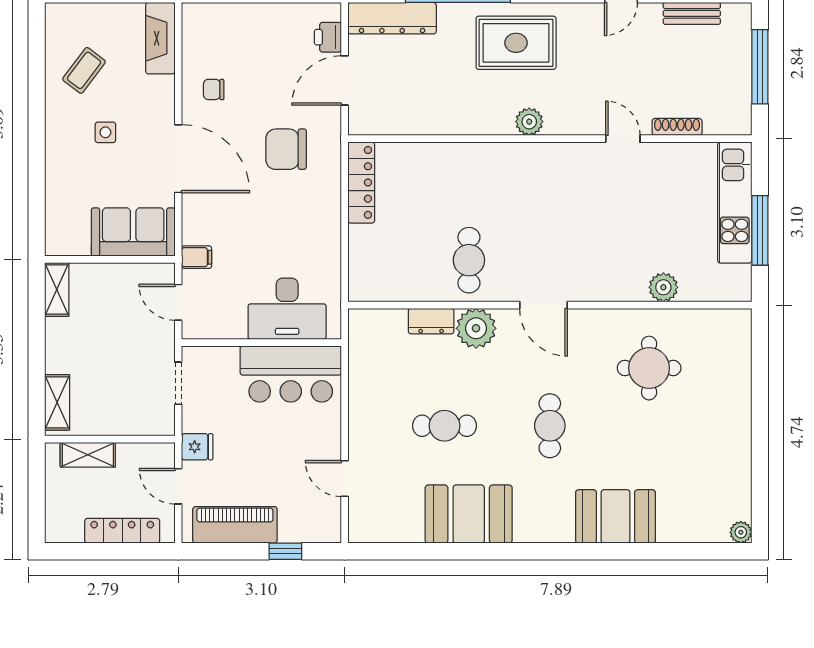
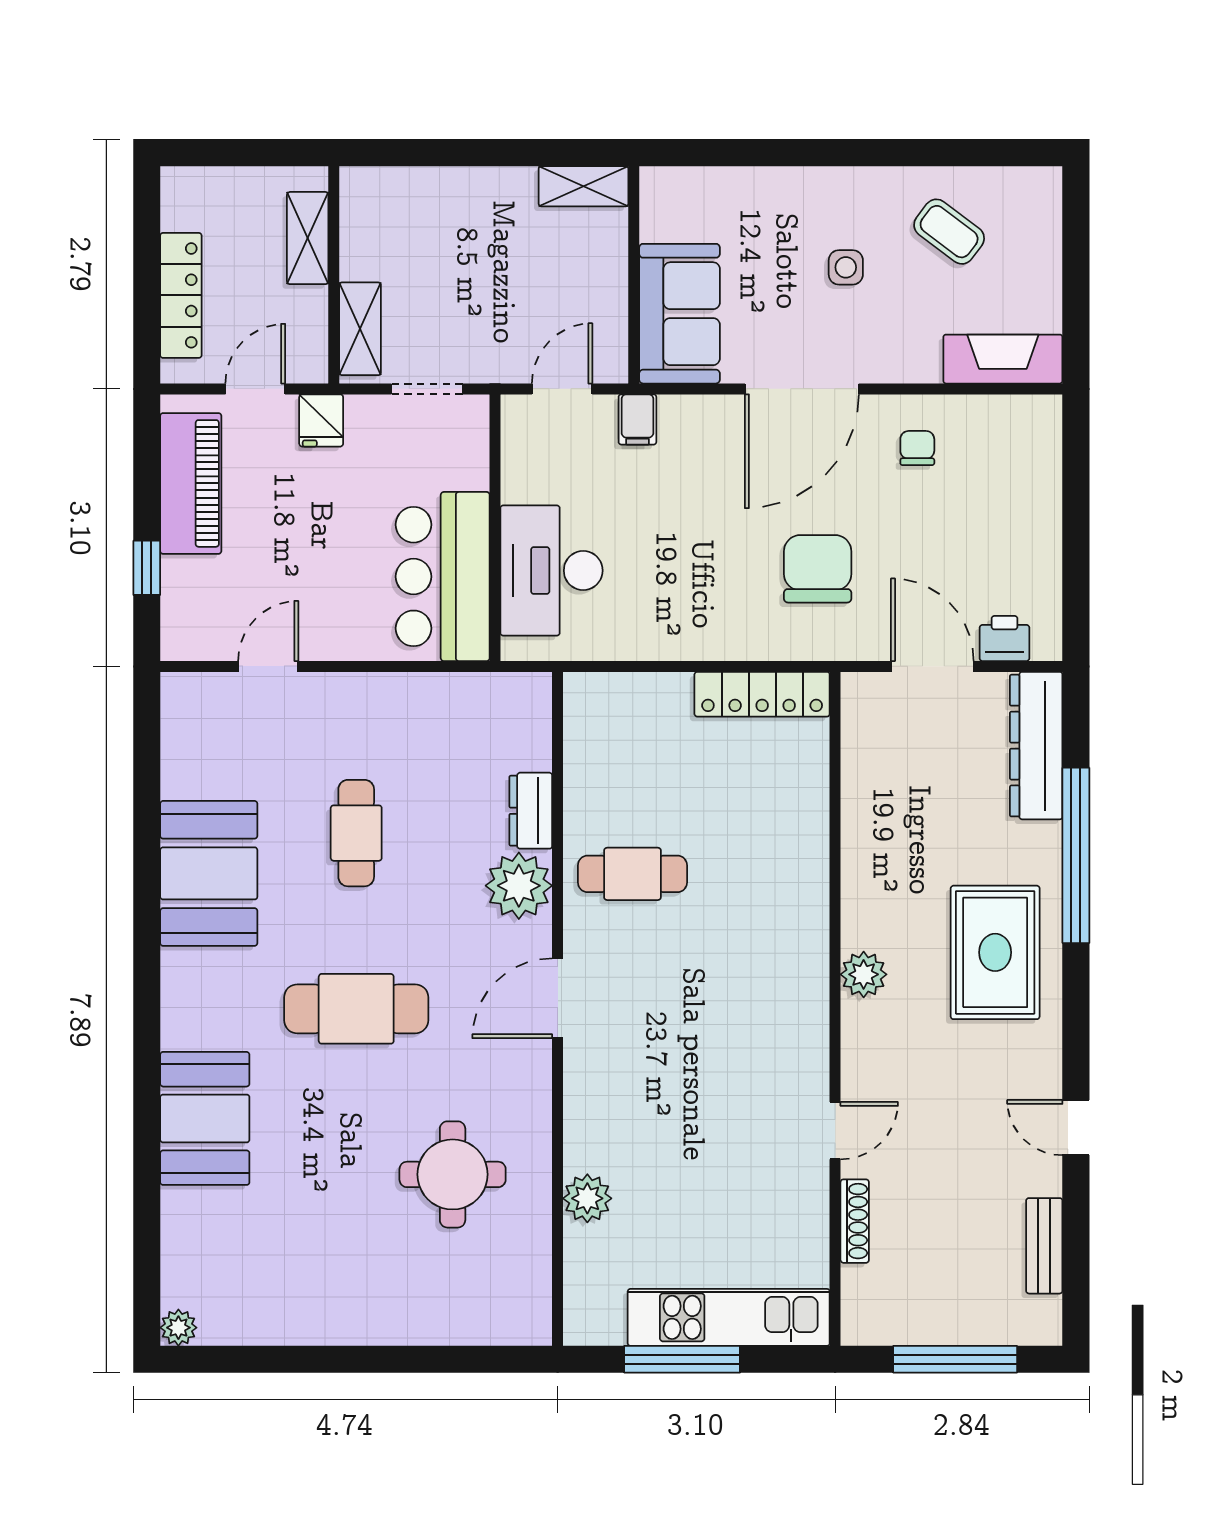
shelving: (57, 402) -> (360, 329), moved, turned 90
cafe table: (550, 426) -> (356, 1009), width x1.37, depth x1.35

